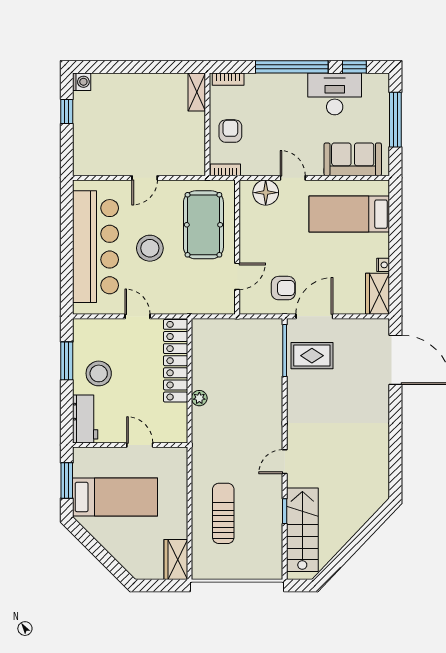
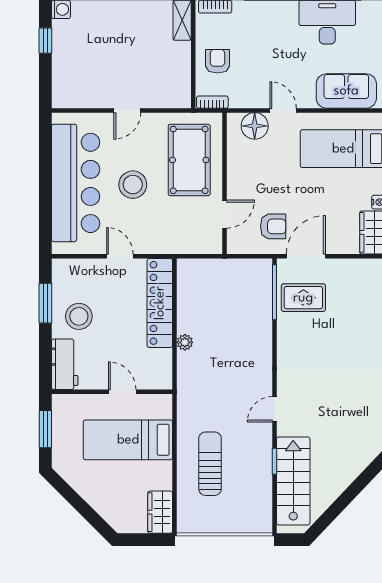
bed: (115, 497) -> (128, 440), moved, turned 180

